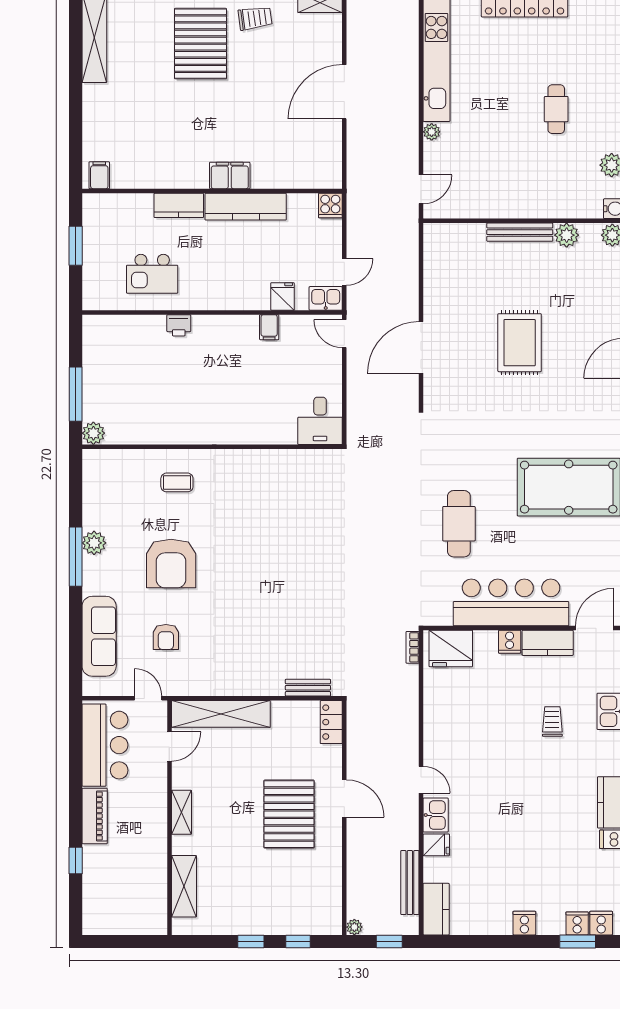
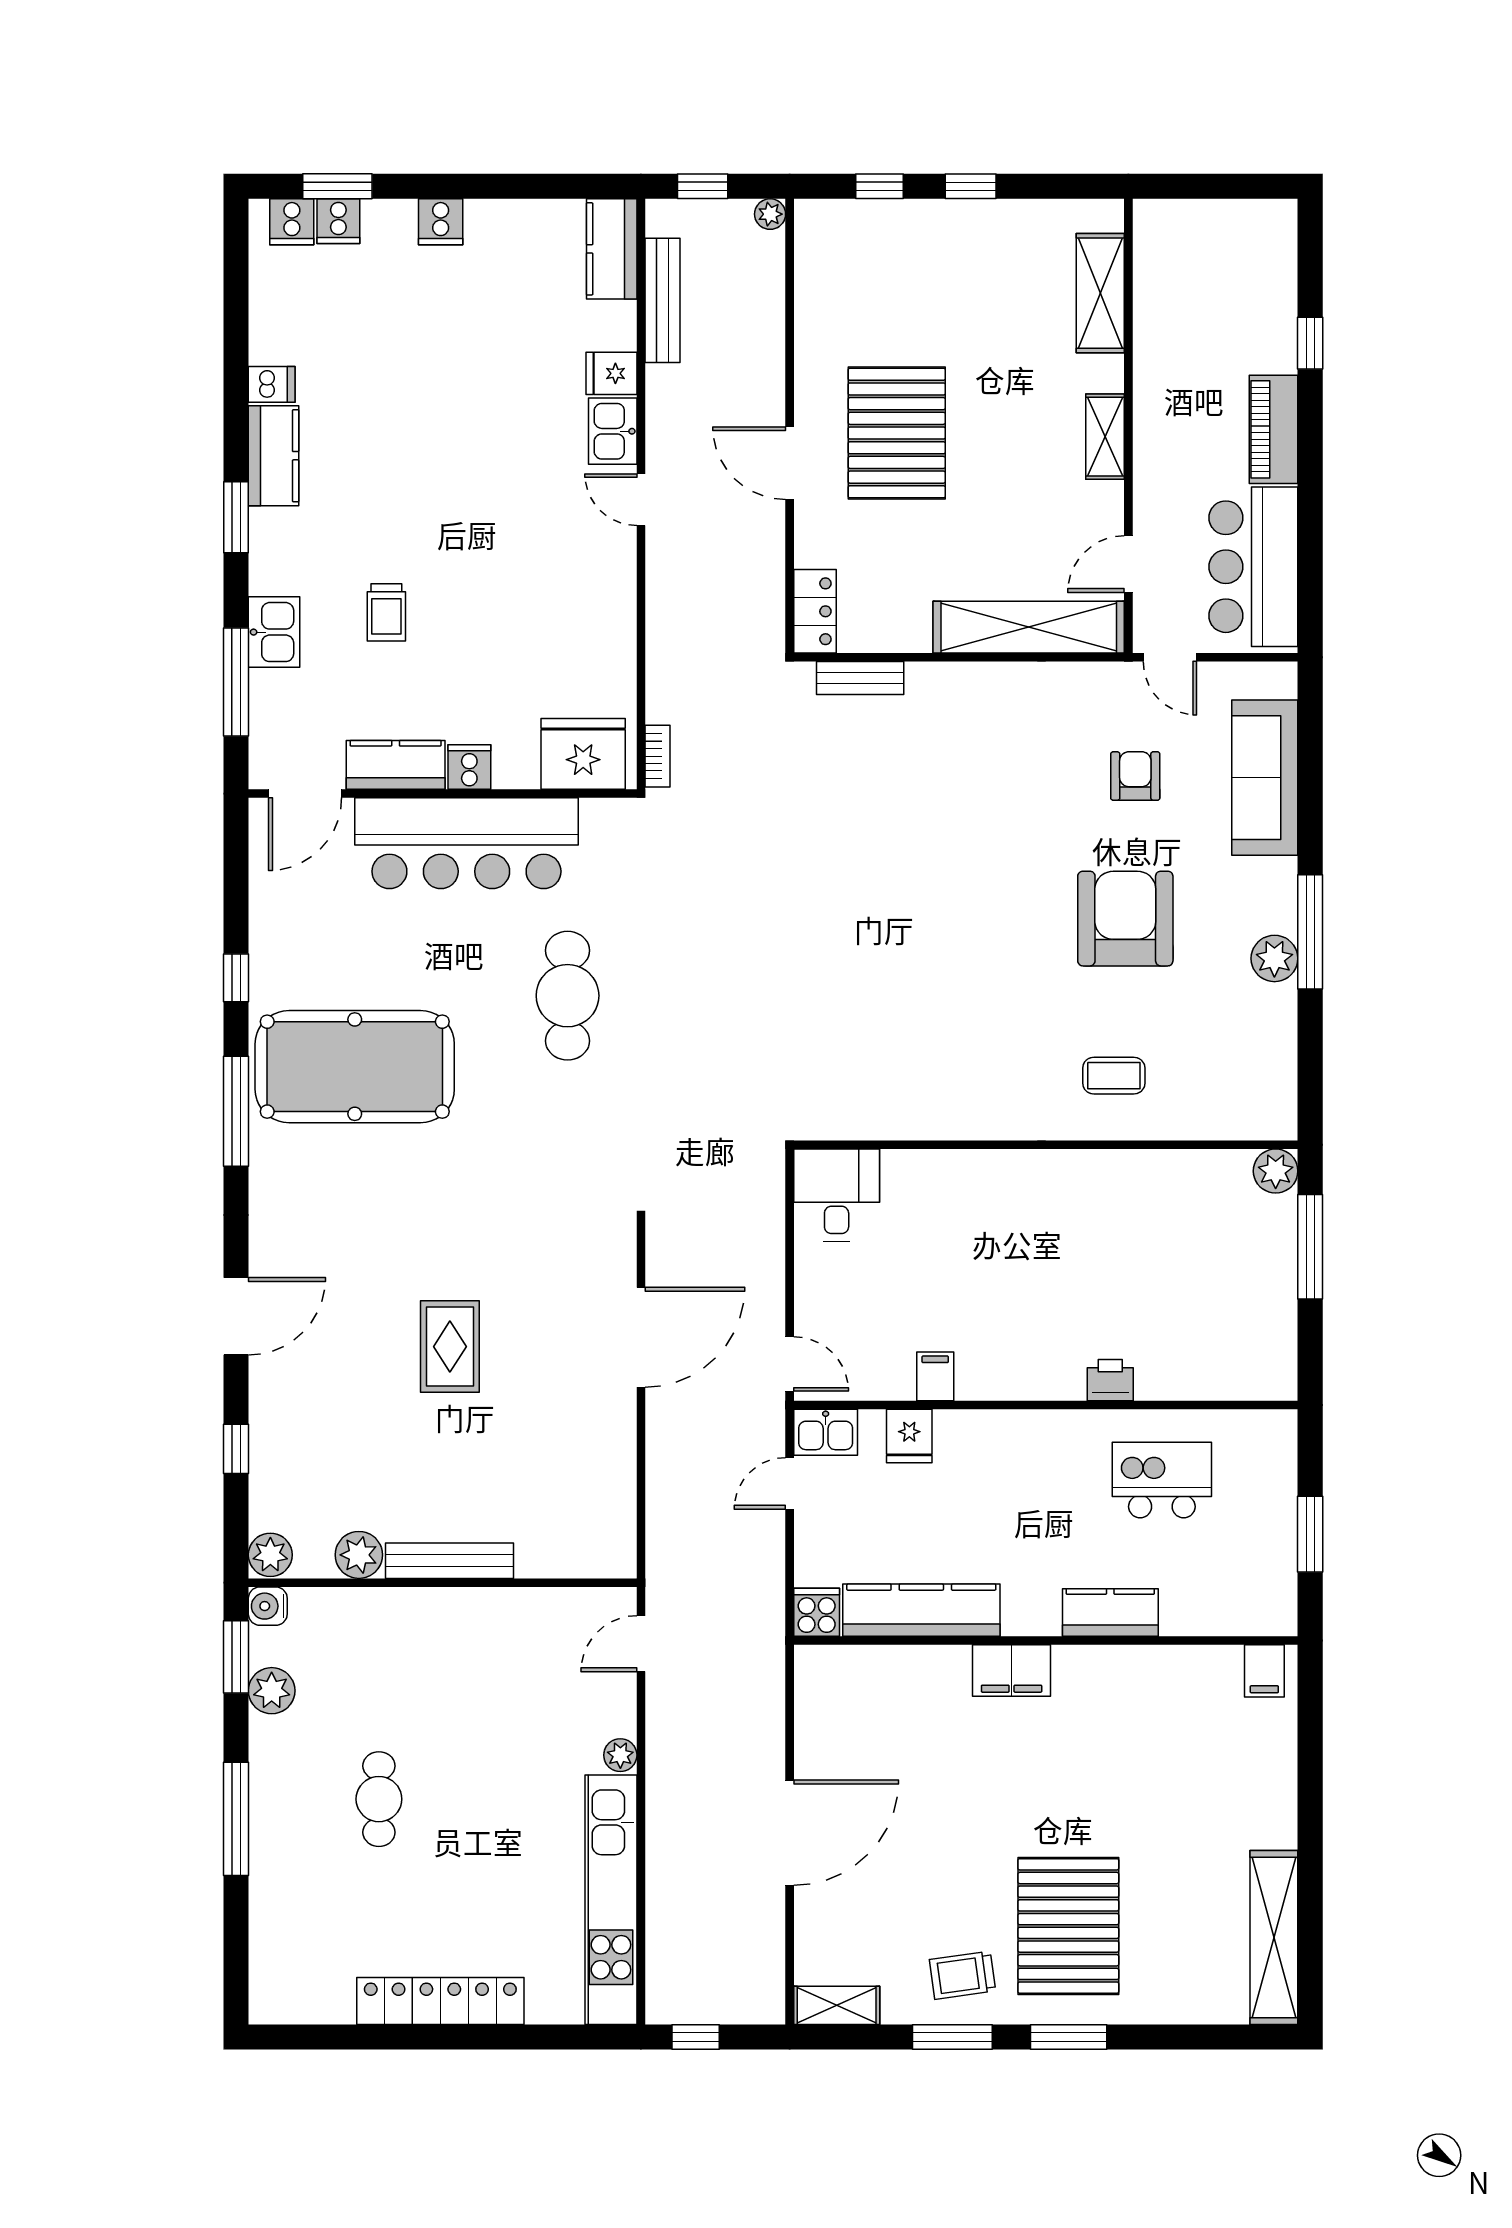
kitchen counter: (246, 207) -> (921, 1610), moved
rug: (520, 343) -> (450, 1347), width x0.73, depth x0.70

